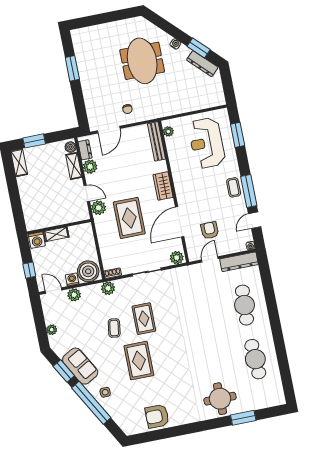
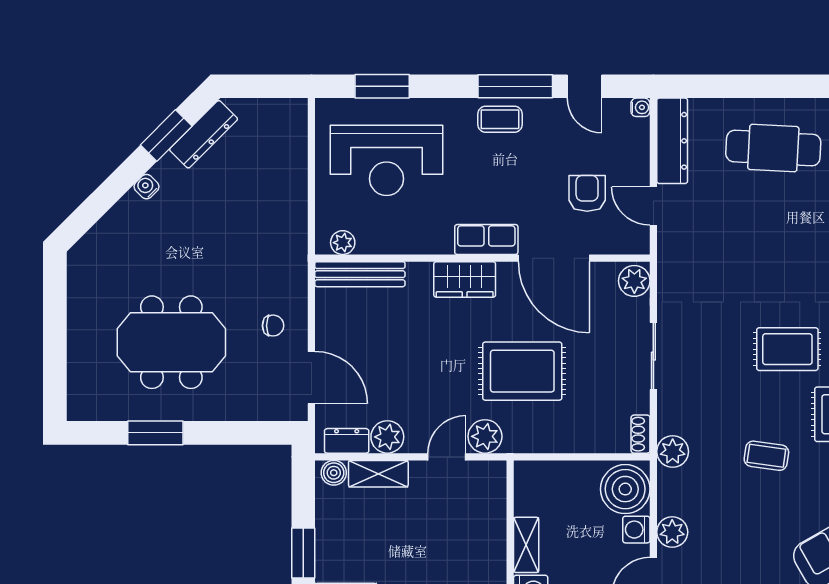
meeting table: (142, 61) -> (171, 342), moved
row of seats: (182, 192) -> (486, 239), added
armchair: (210, 230) -> (587, 193), turned 91
rug: (144, 319) -> (787, 349), moved

